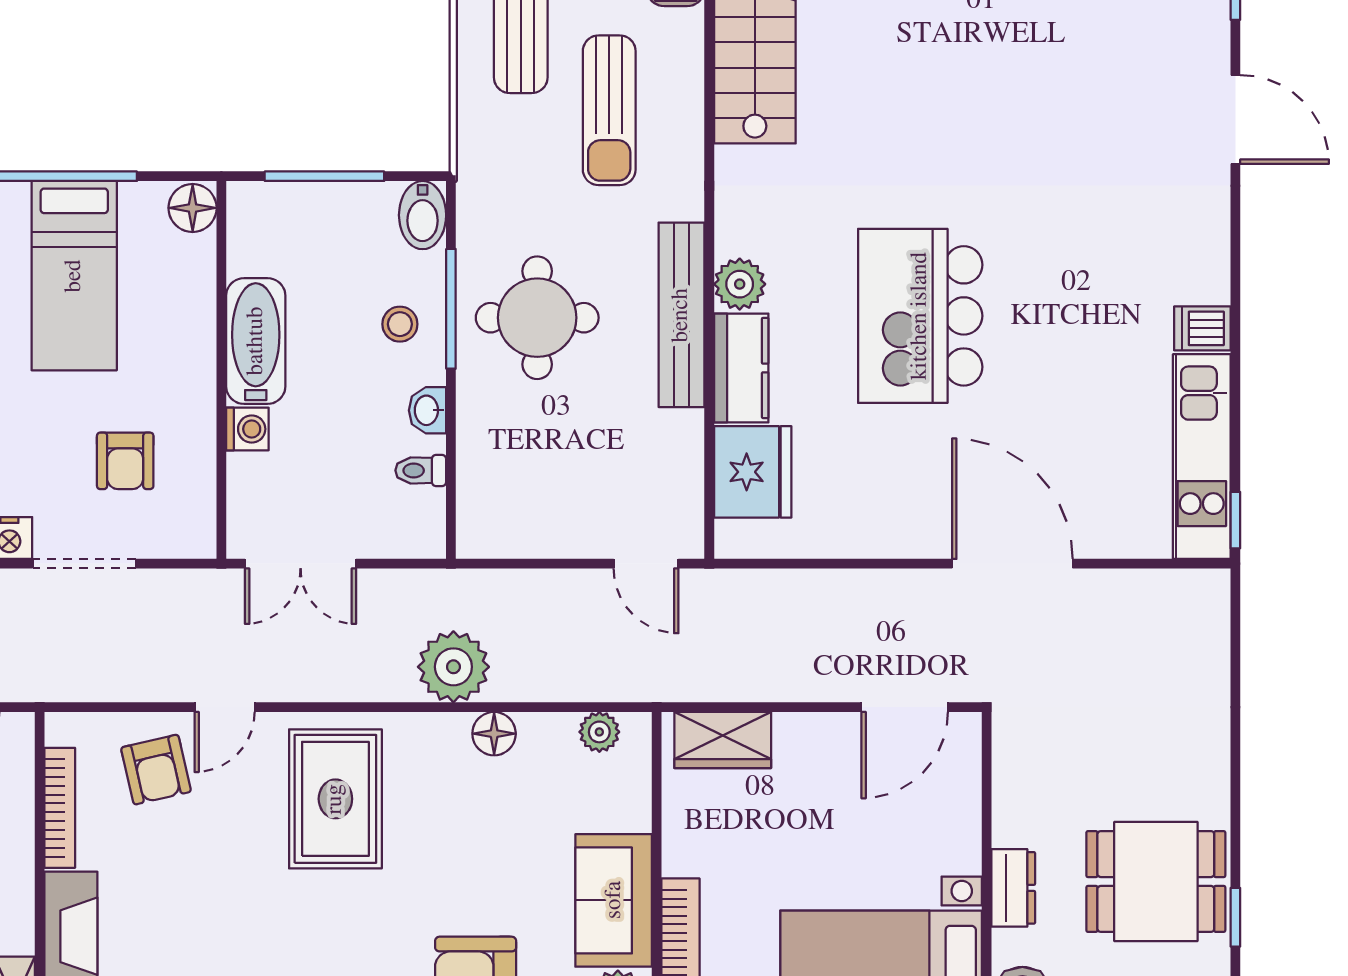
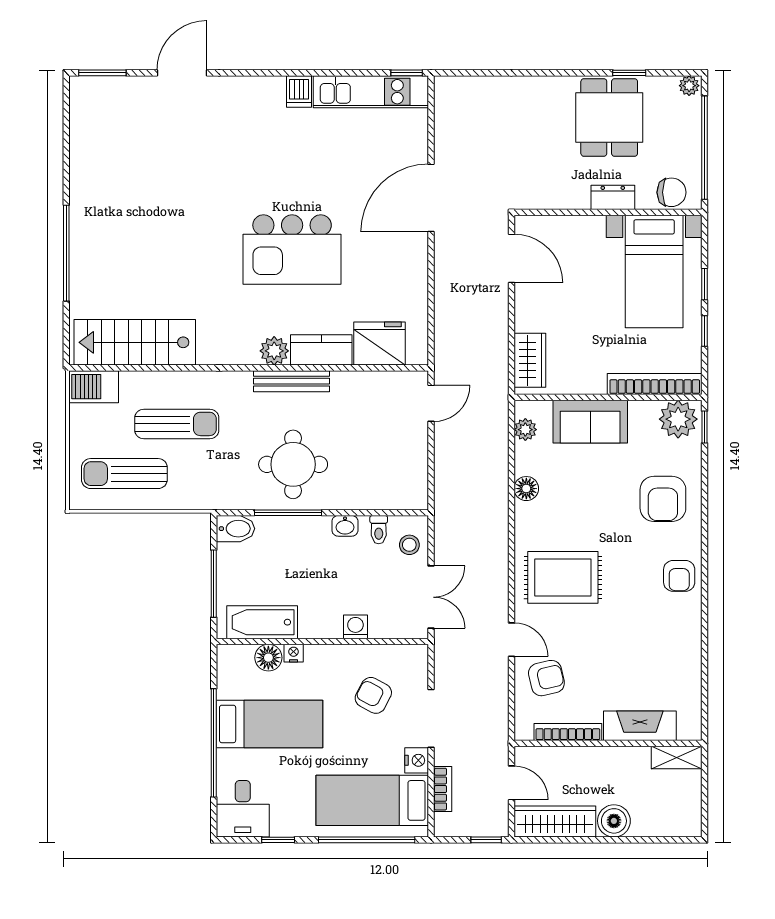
floor lamp: (193, 208) -> (268, 658), moved
bench: (681, 315) -> (291, 381), width x0.73, depth x0.82
nightstand: (201, 319) -> (294, 653), added
stool: (400, 324) -> (409, 545), moved
bathtub: (256, 341) -> (262, 622), moved
armchair: (125, 461) -> (373, 695), turned -152
plant: (453, 667) -> (489, 511), removed
sofa: (614, 900) -> (590, 422), moved

